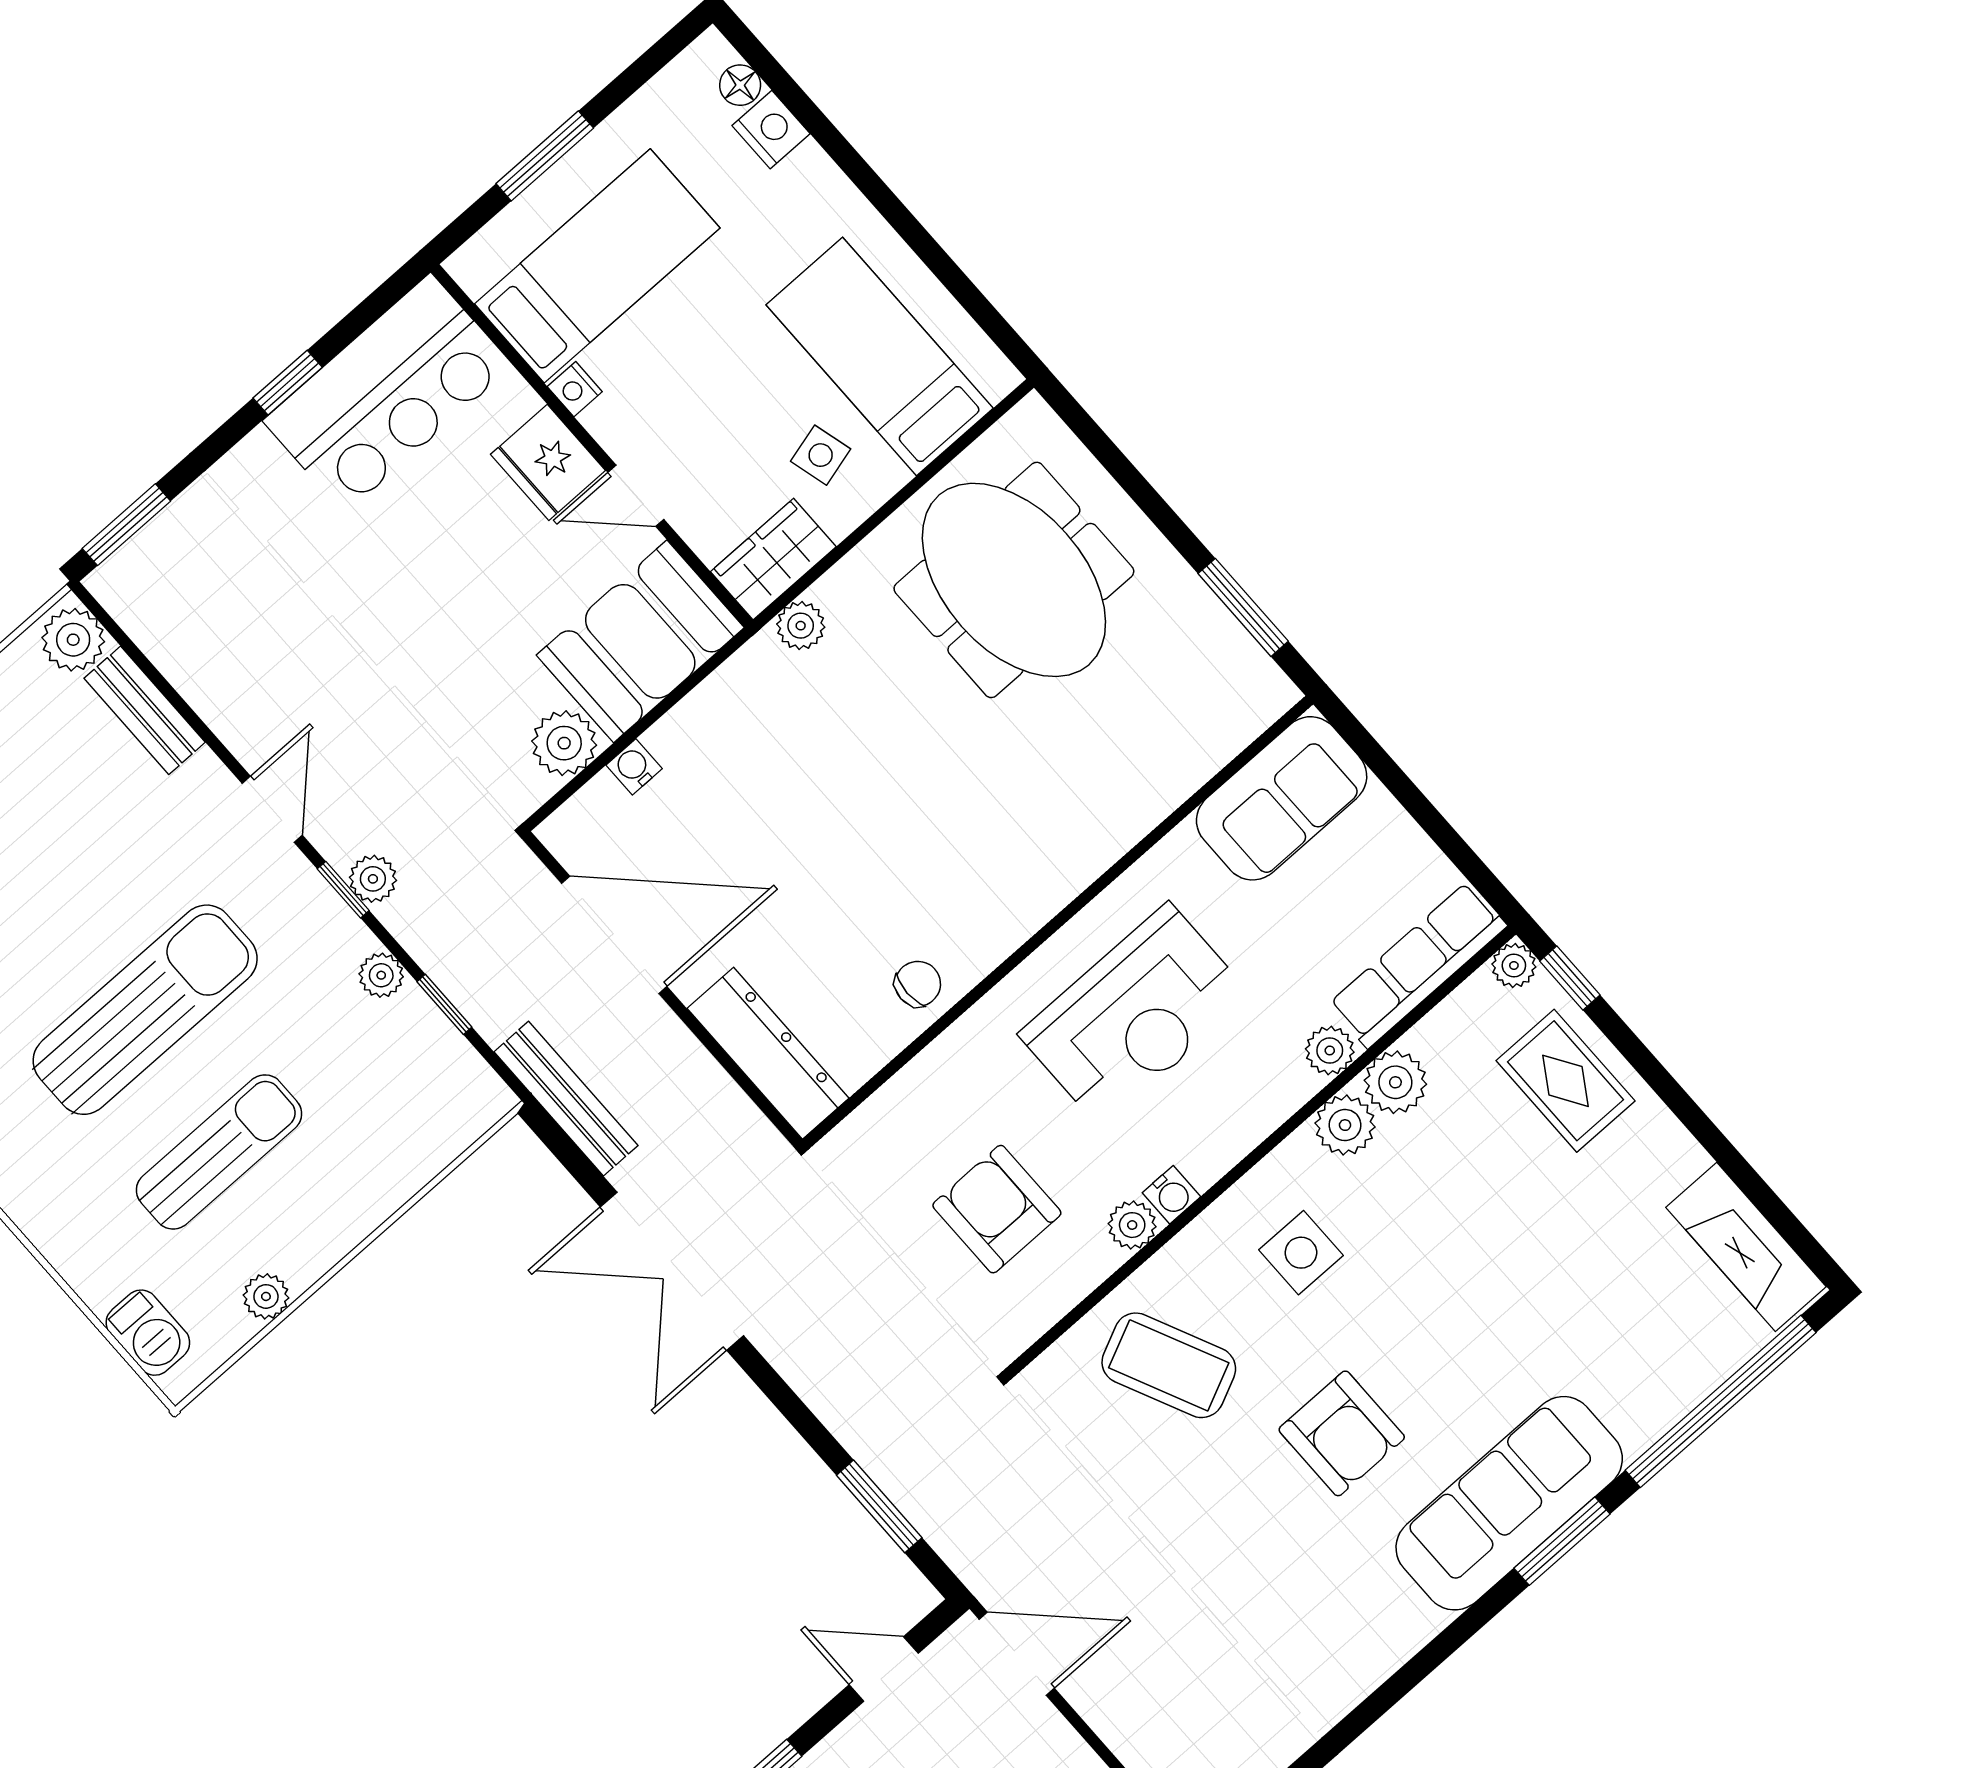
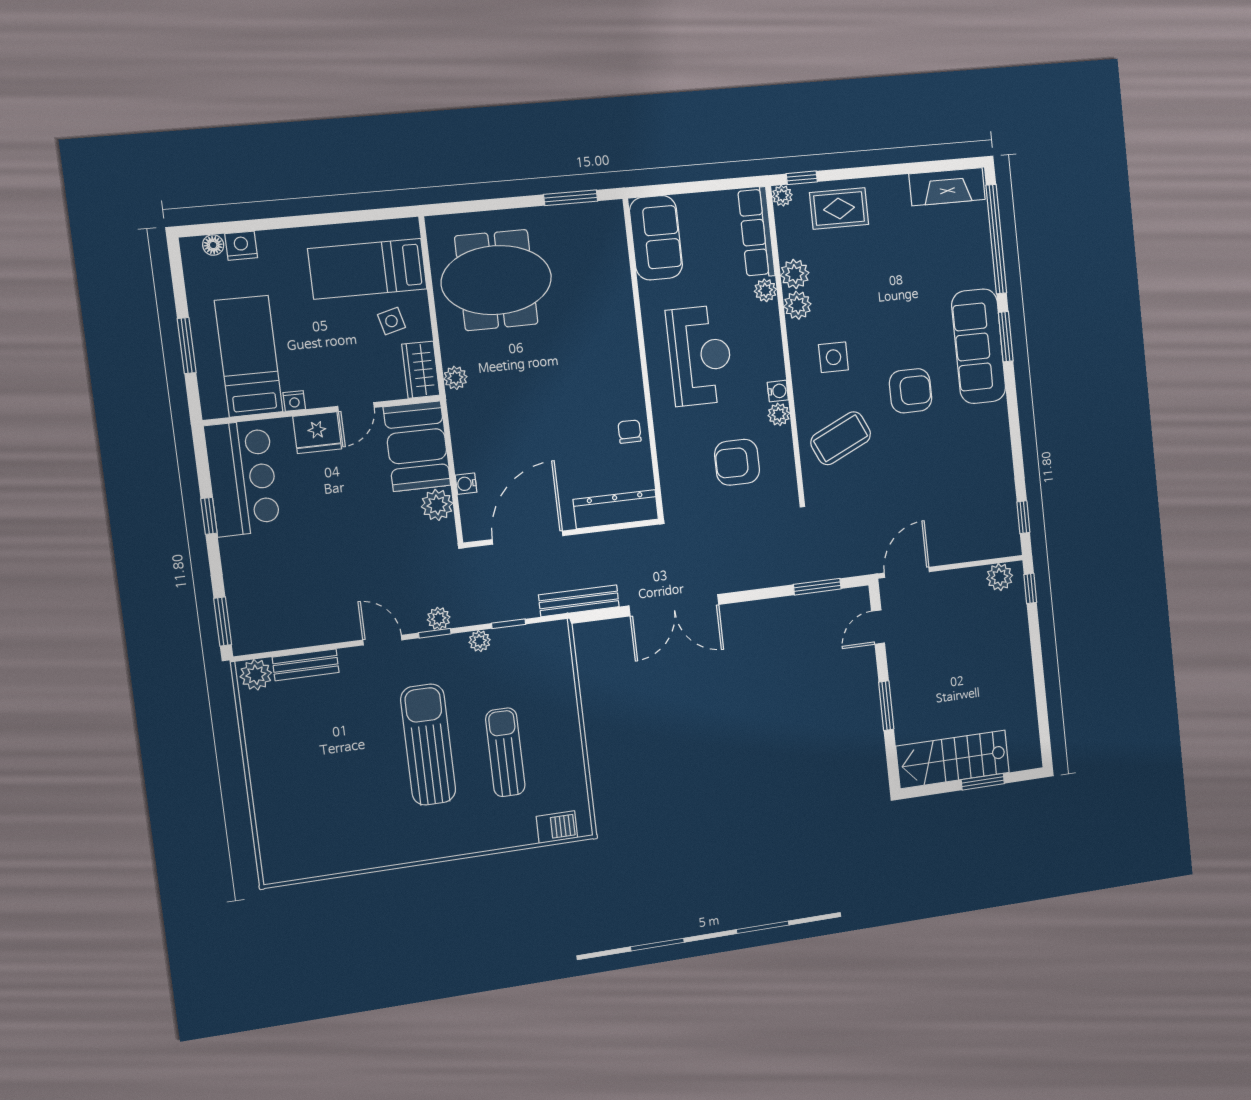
plant: (266, 1296) -> (575, 771), removed

